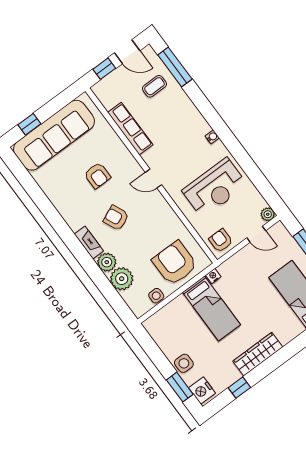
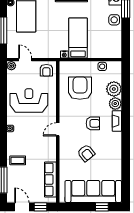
coffee table: (154, 86) -> (18, 160), moved
row of seats: (130, 129) -> (50, 179), moved
armchair: (97, 176) -> (86, 153), turned 141
door: (153, 179) -> (58, 129), swing flipped
armchair: (116, 218) -> (93, 123), turned -66
armchair: (175, 263) -> (80, 88), moved, turned 180

